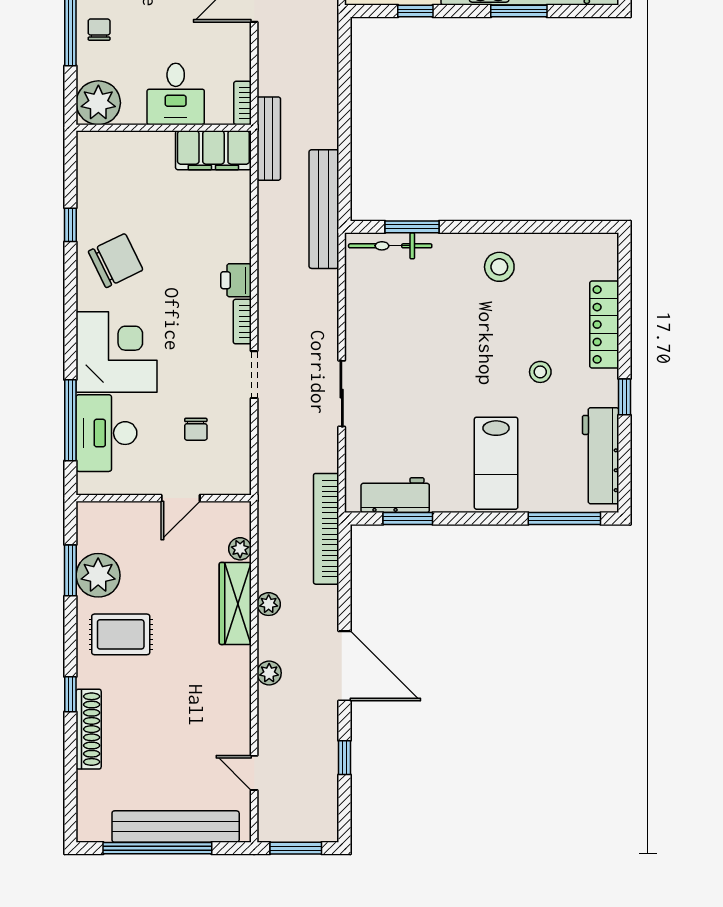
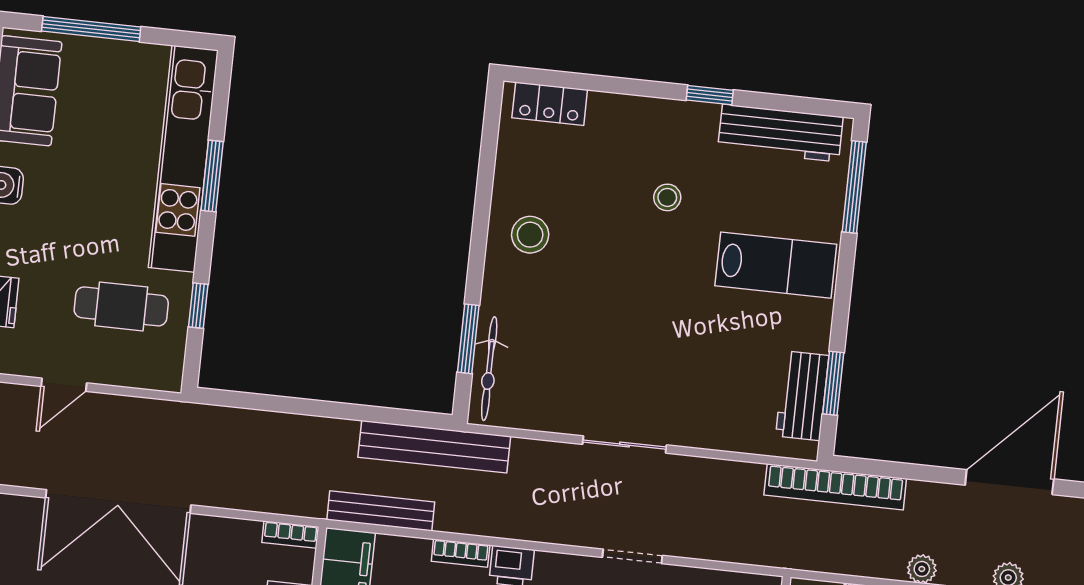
bench: (269, 139) -> (381, 511), moved
bookcase: (242, 322) -> (461, 553), moved
locker: (604, 325) -> (550, 104), moved, width x0.66
sliding door: (342, 394) -> (625, 445), moved

